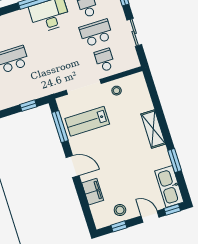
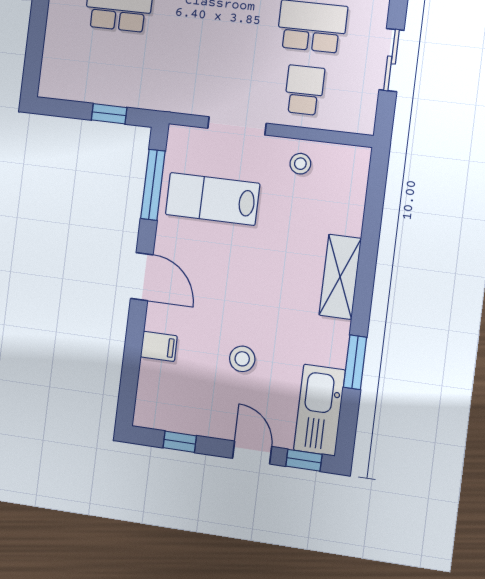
doorway: (84, 87) -> (237, 126), width x0.73
filing cabinet: (93, 192) -> (159, 346), width x0.50
stool: (120, 210) -> (242, 359), moved

